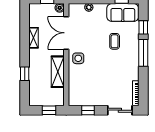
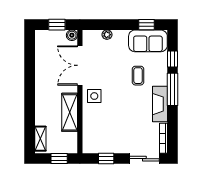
shelving: (33, 38) -> (40, 139), moved
fireplace: (133, 65) -> (160, 104), added
window: (25, 74) -> (30, 115), removed

